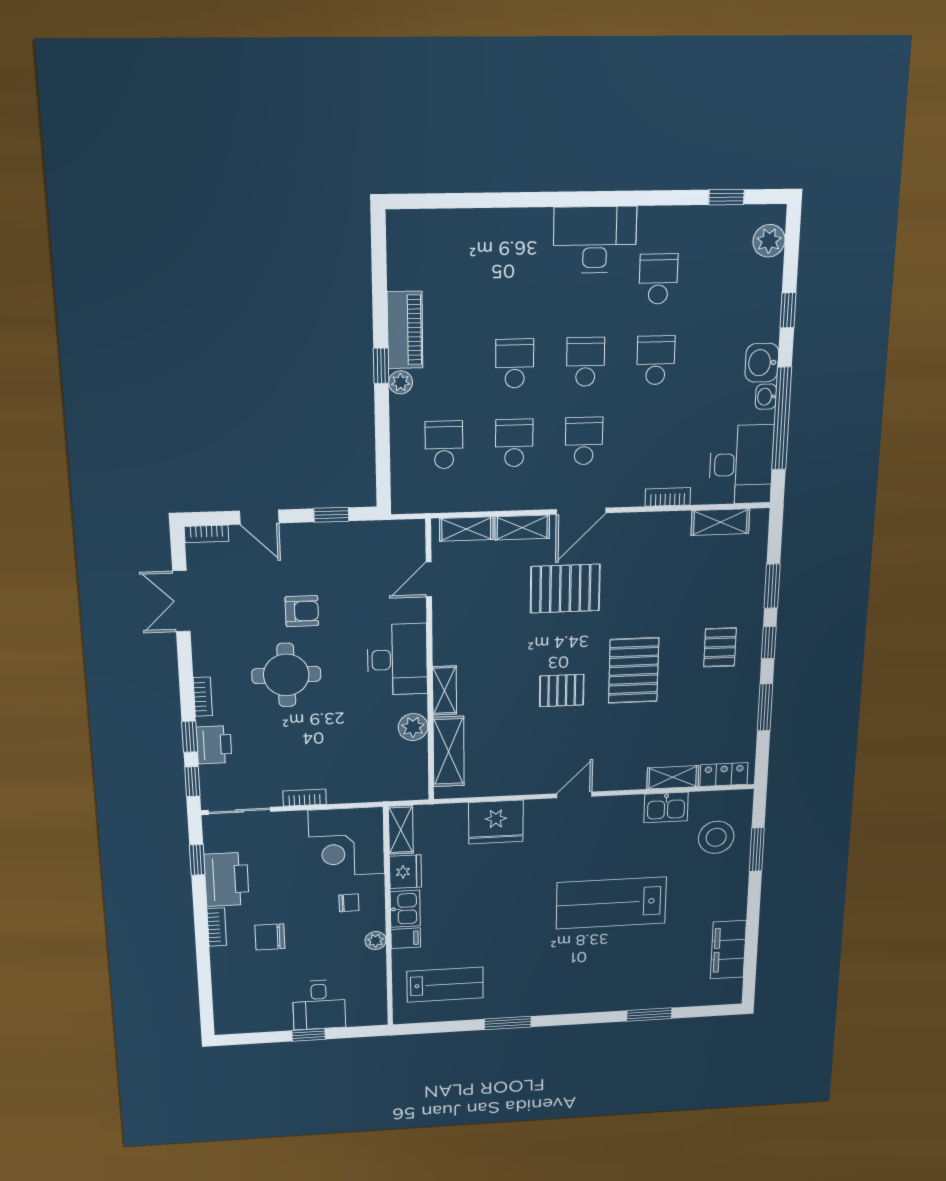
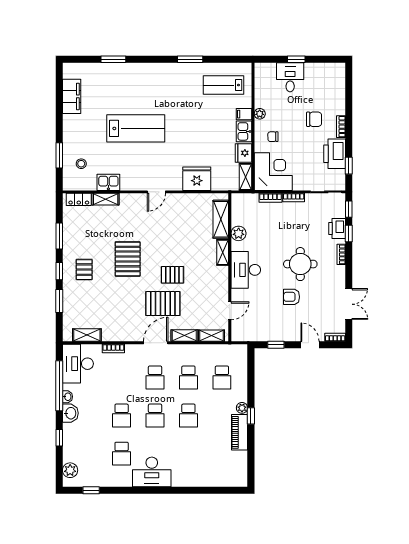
pallet: (562, 690) -> (172, 275), moved
bookcase: (351, 795) -> (270, 198), added
stool: (716, 837) -> (81, 164), width x0.53, depth x0.53

